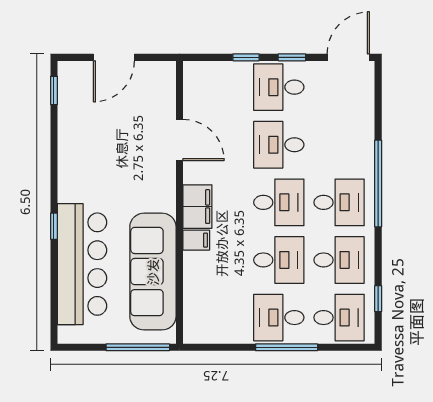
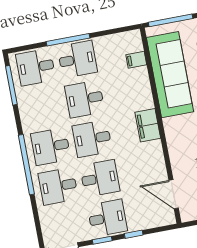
door: (180, 140) -> (174, 194), moved
filing cabinet: (196, 240) -> (136, 60), moved
desk: (339, 260) -> (58, 186), moved
window: (378, 299) -> (11, 85), width x2.17

